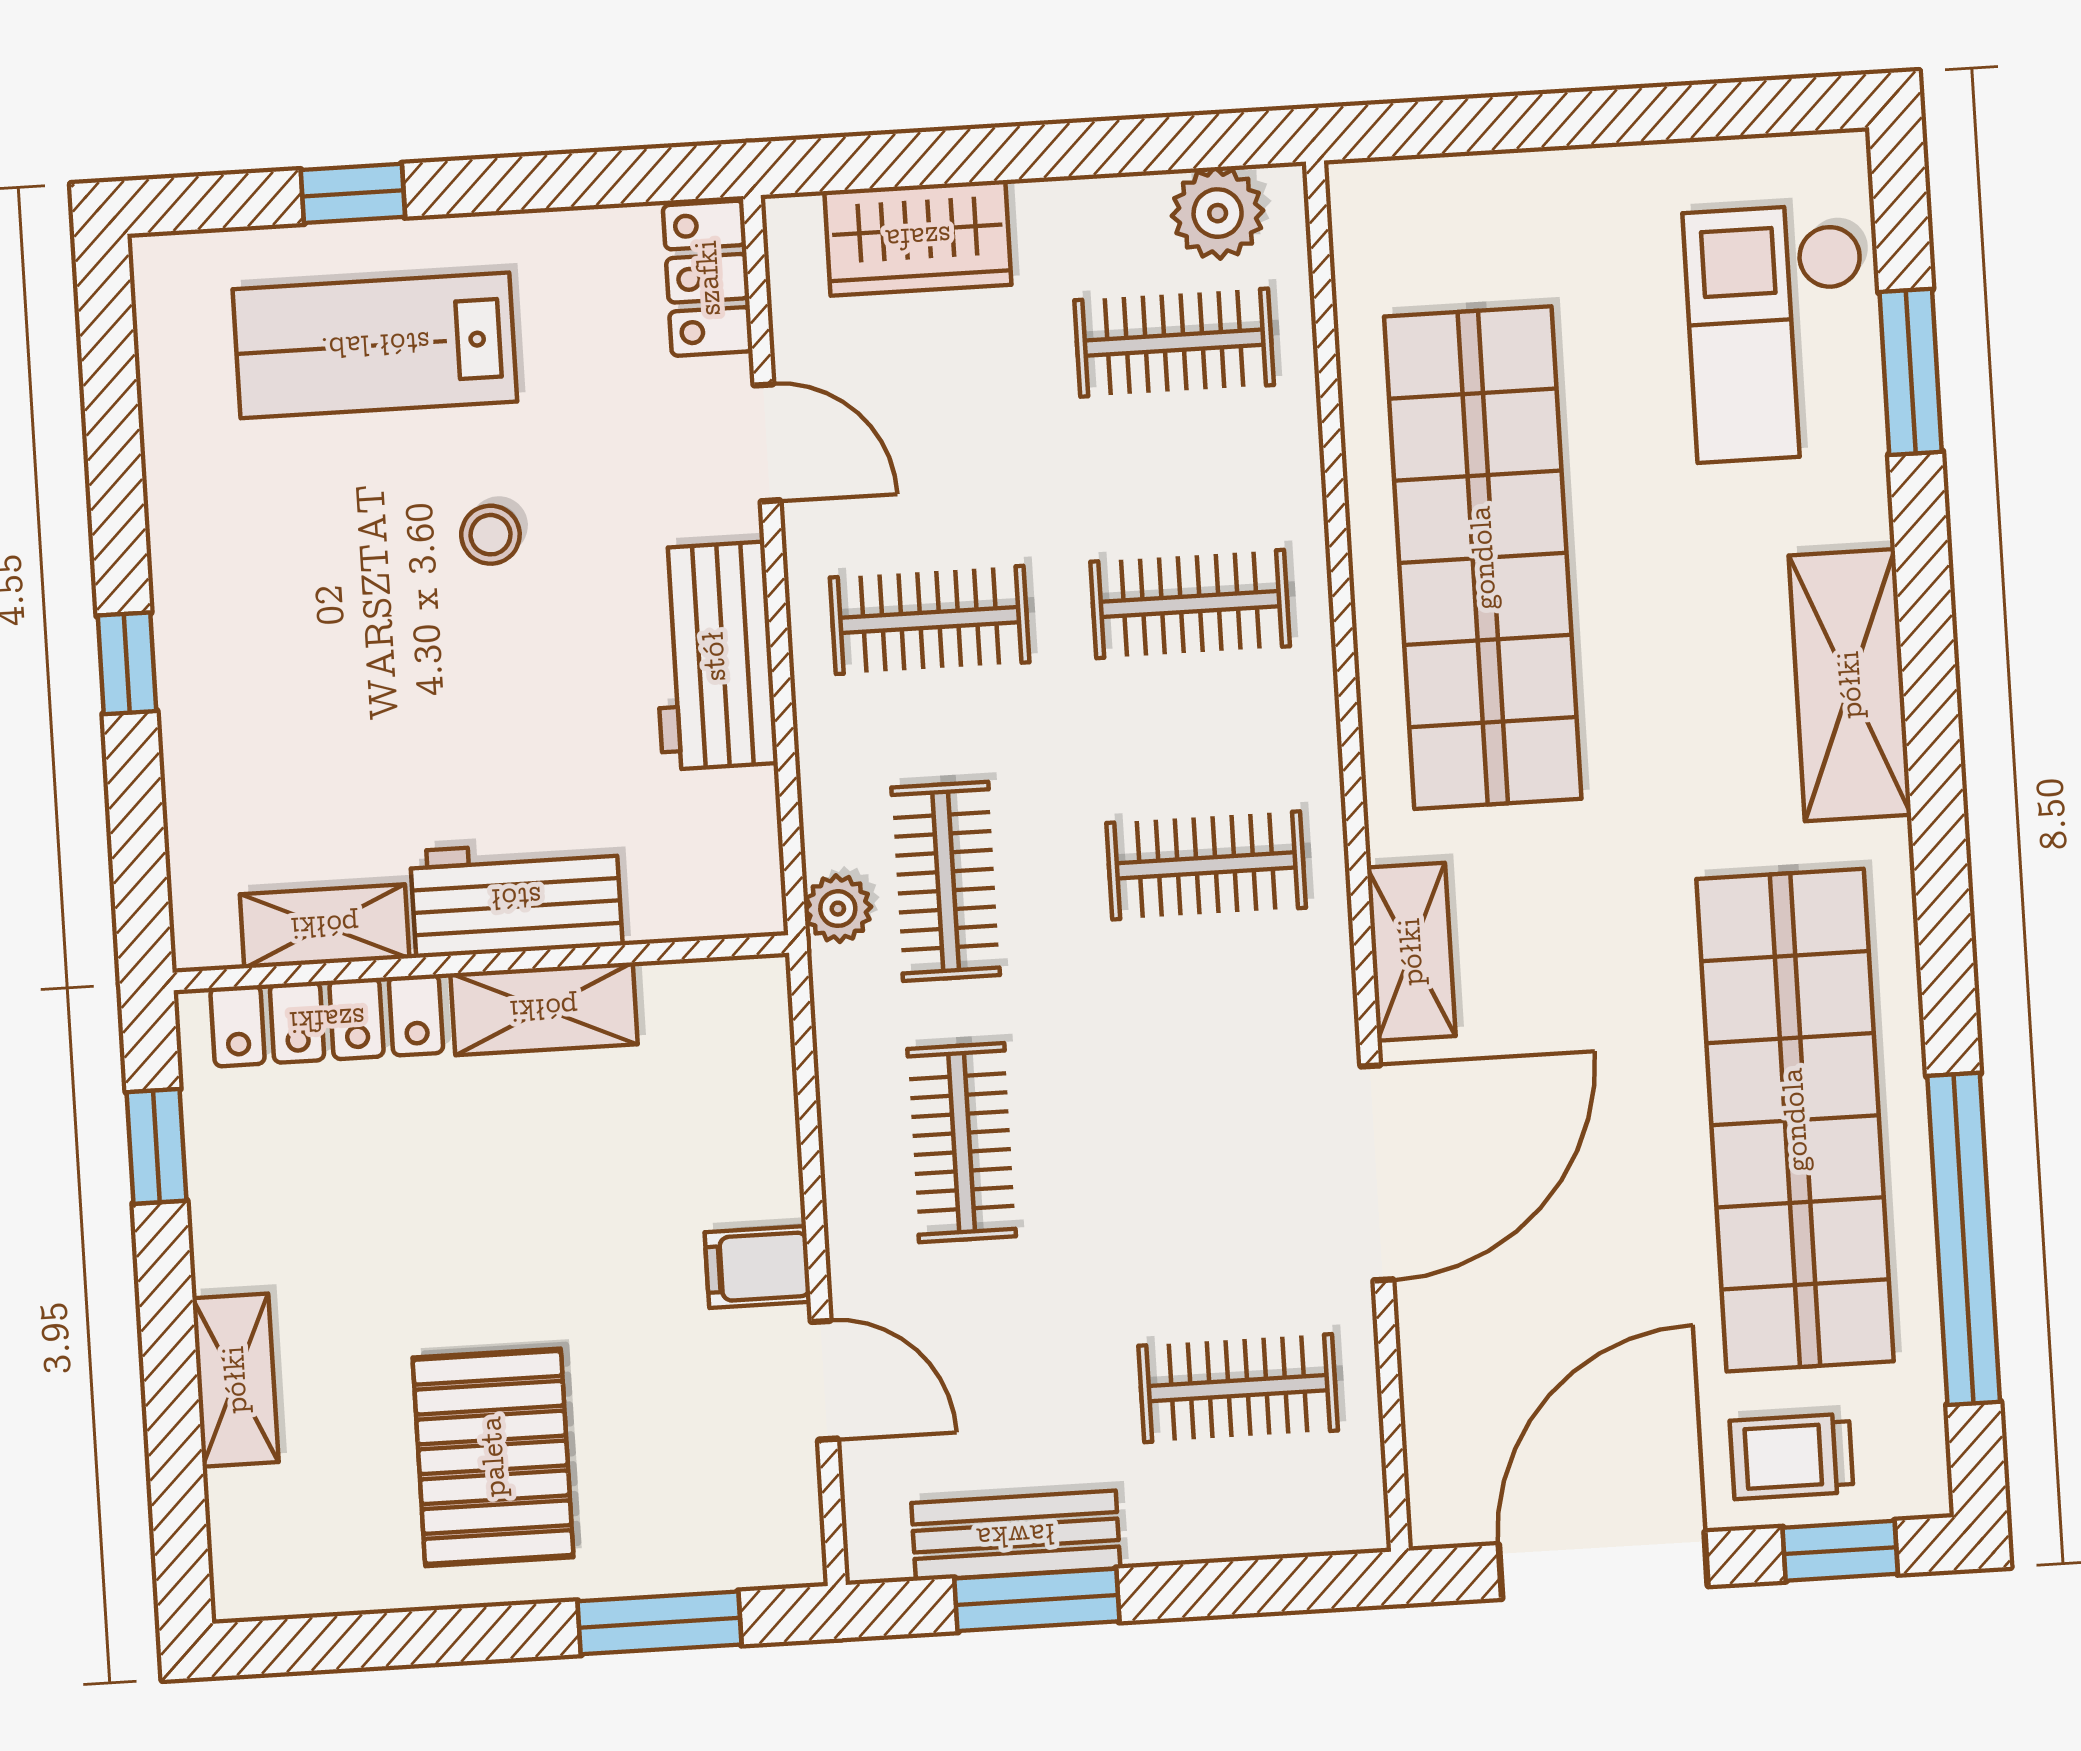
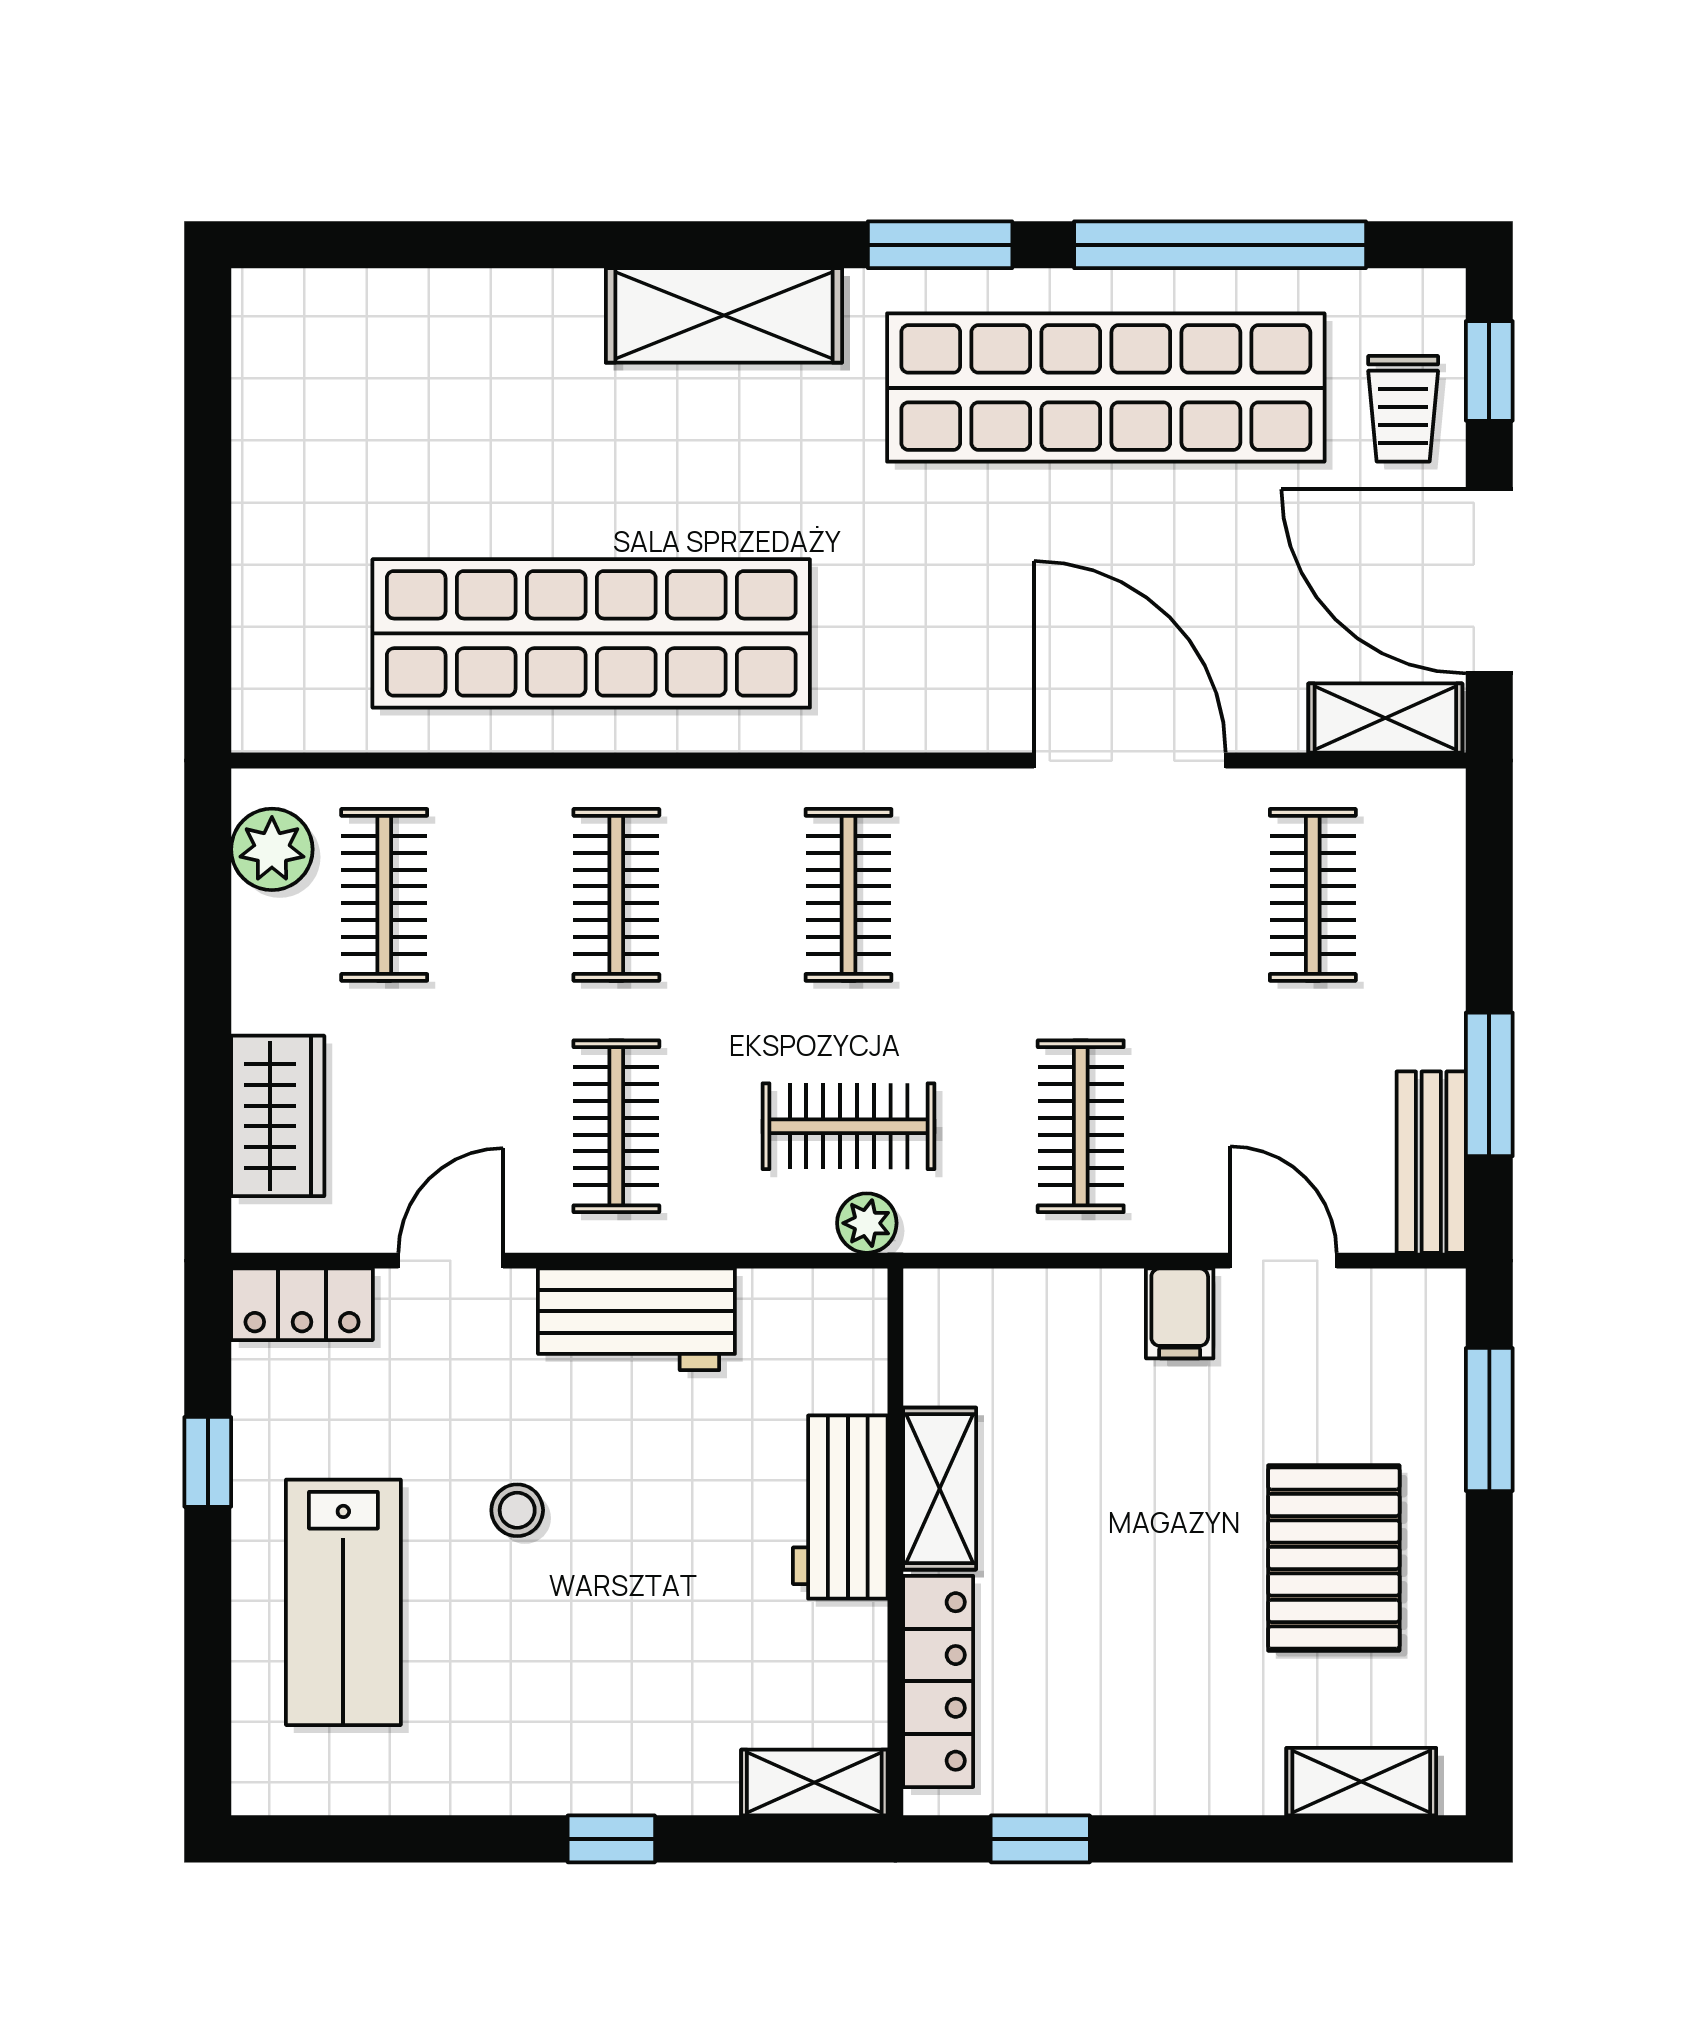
window: (353, 193) -> (208, 1462), moved
checkout: (1778, 333) -> (408, 360), removed
window: (1911, 372) -> (940, 245), moved
shelving: (325, 926) -> (814, 1782), moved, turned 90
shelving: (1411, 952) -> (1385, 718), moved
clothes rail: (962, 1143) -> (1081, 1126), turned 90
shelving: (235, 1380) -> (1361, 1782), moved
door: (824, 1380) -> (1283, 1261), hinge flipped
pallet: (493, 1457) -> (1334, 1558), turned 90
bench: (1016, 1536) -> (1431, 1162), moved

